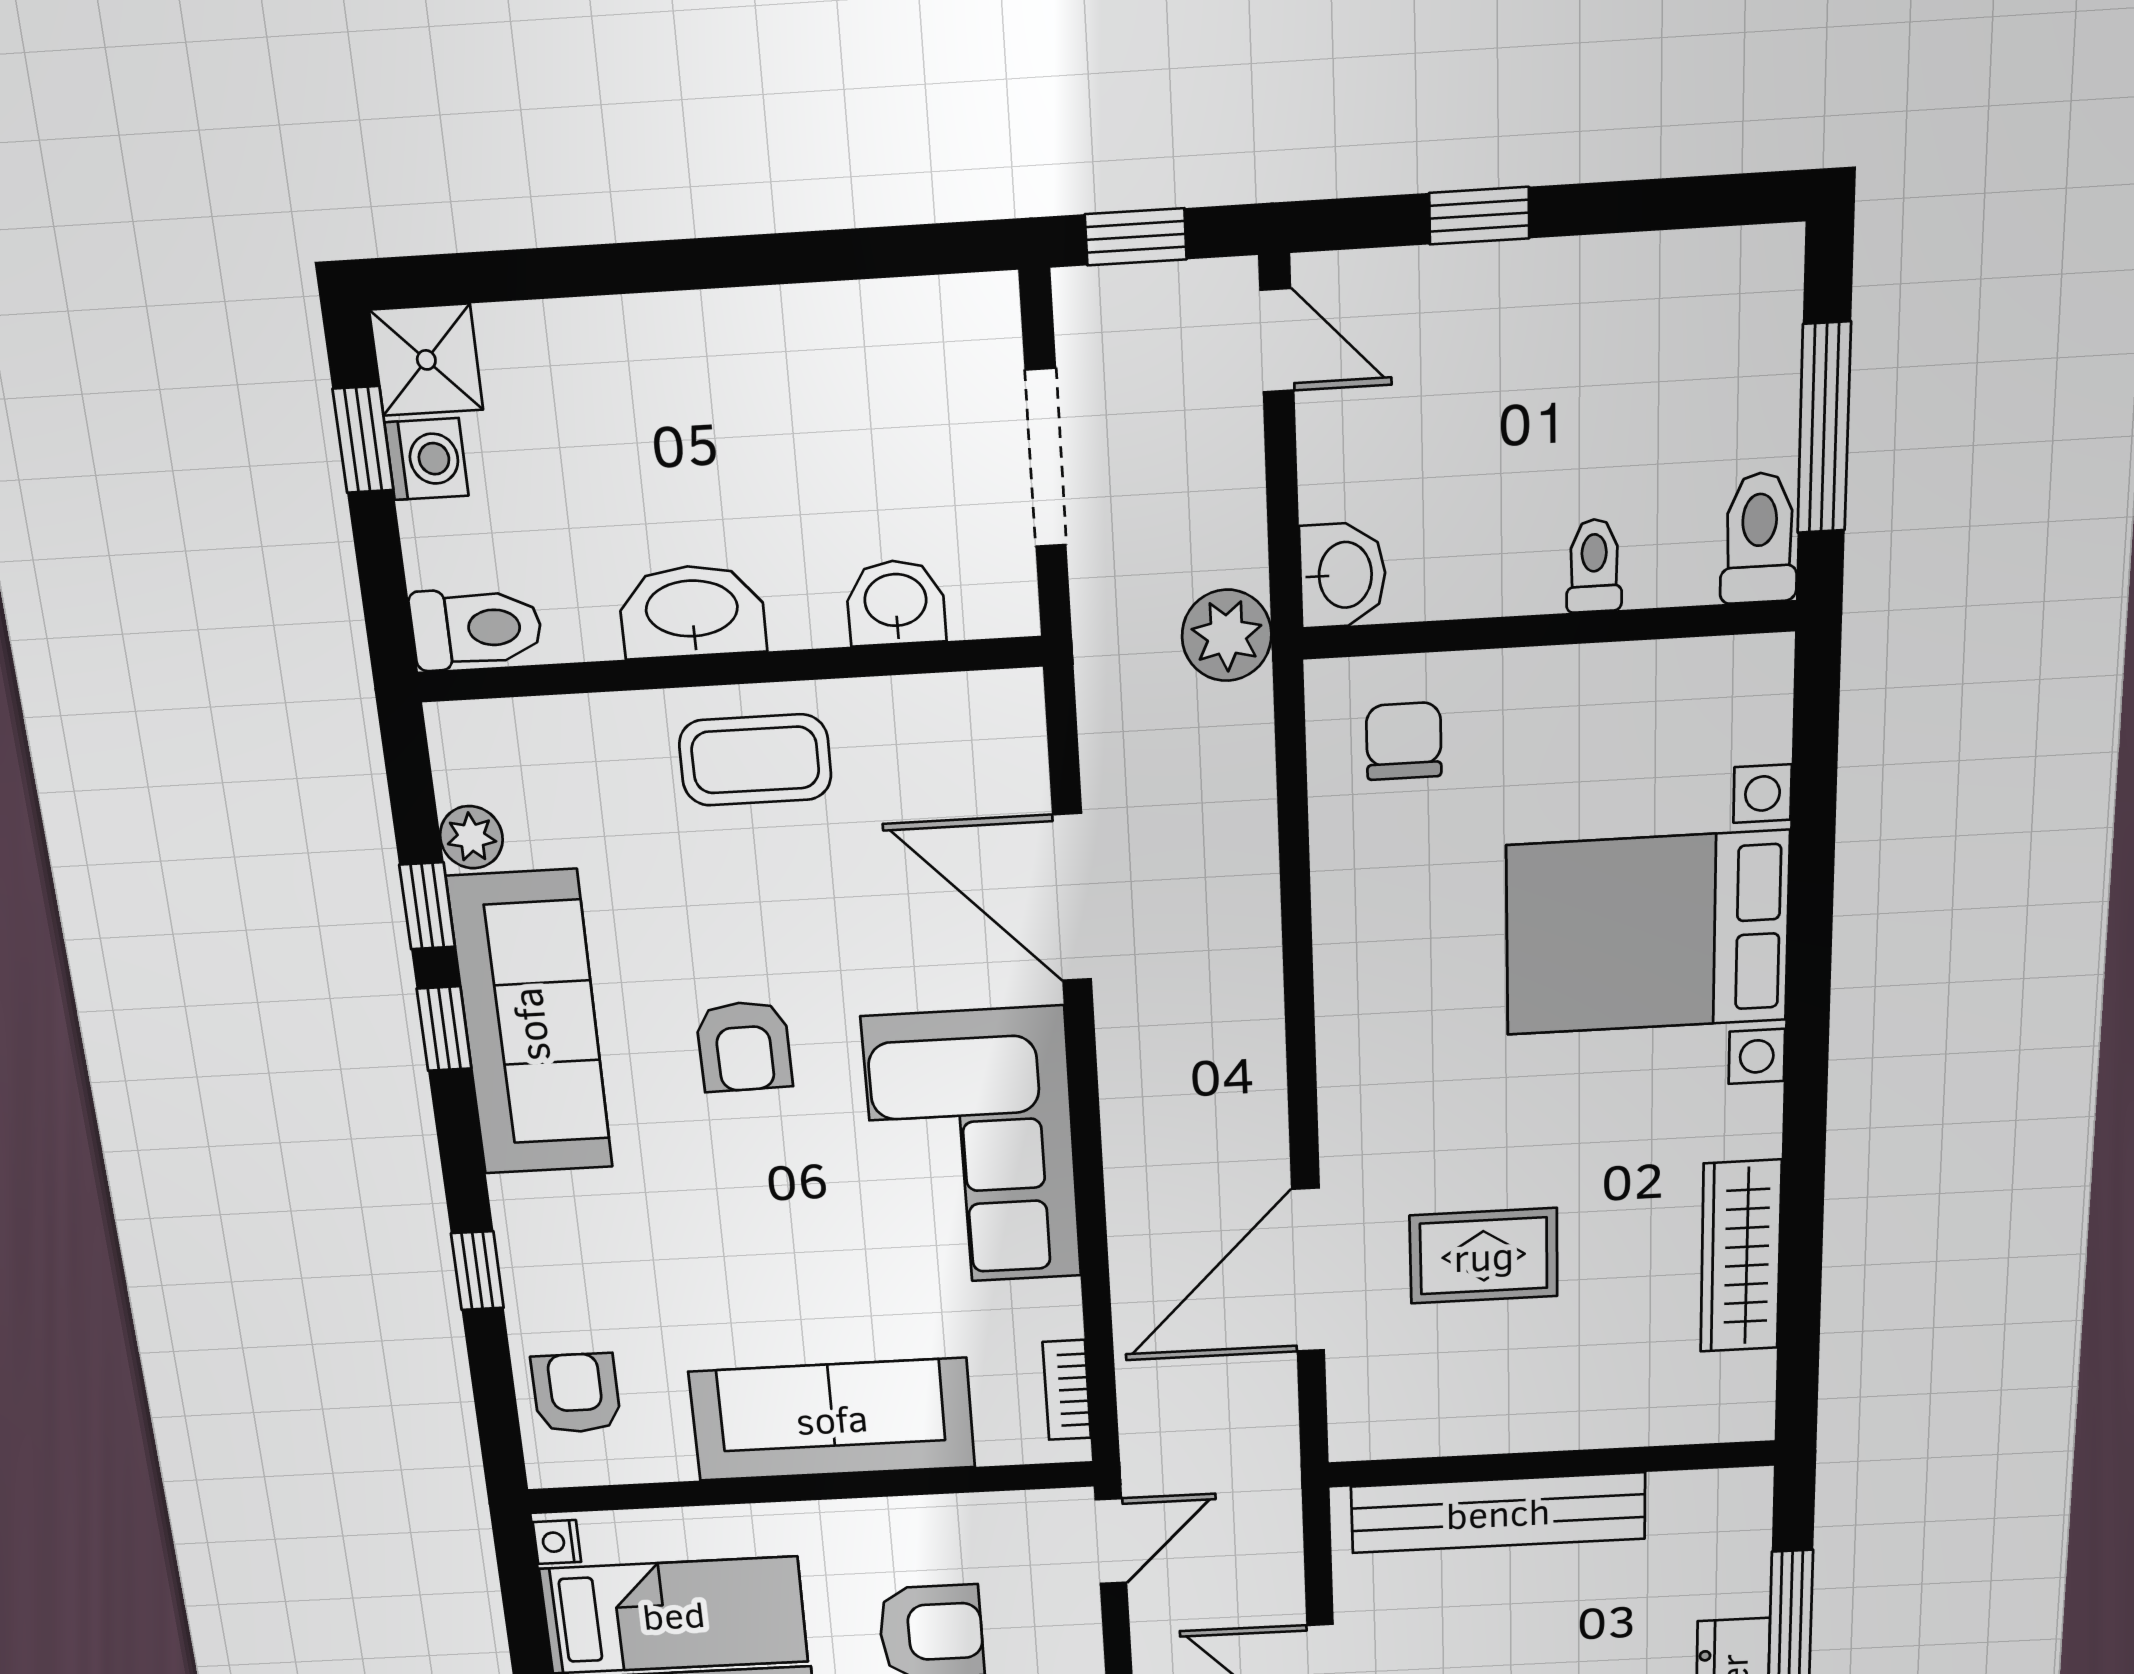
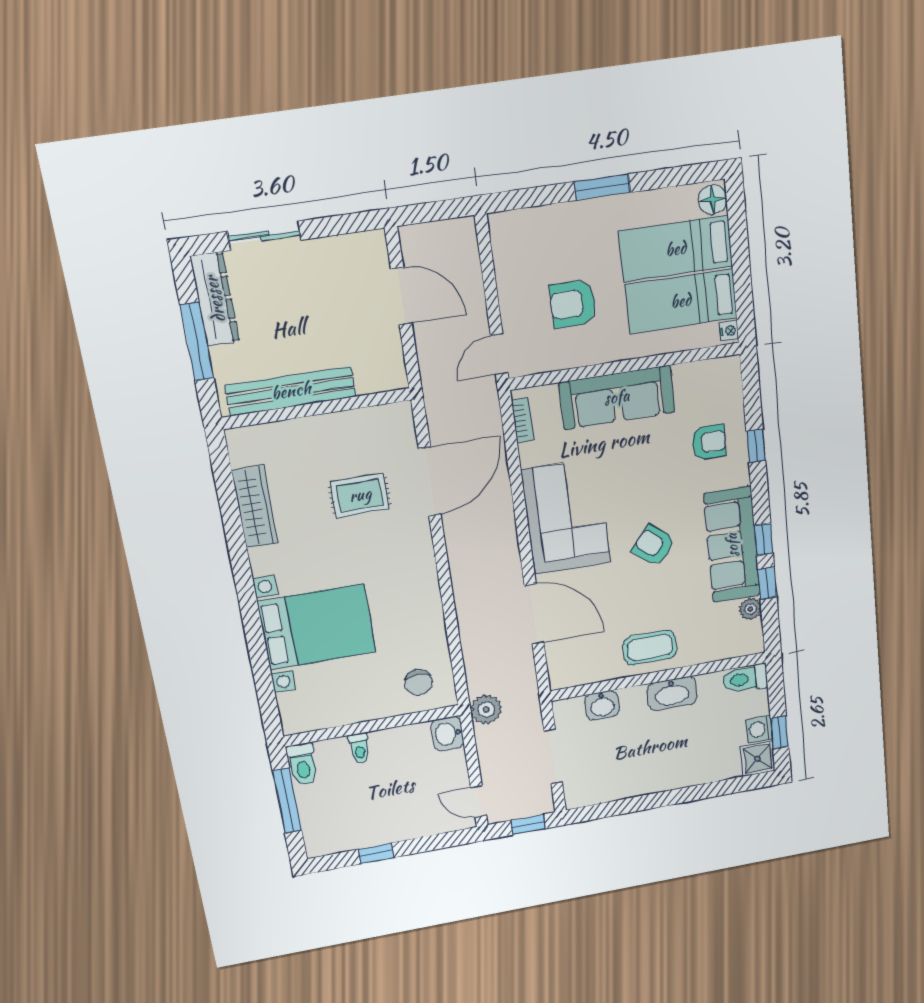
window: (1479, 216) -> (376, 853), moved
armchair: (744, 1046) -> (653, 545), turned -50
armchair: (576, 1393) -> (709, 442), moved, turned -90
bench: (1498, 1513) -> (291, 391), moved

